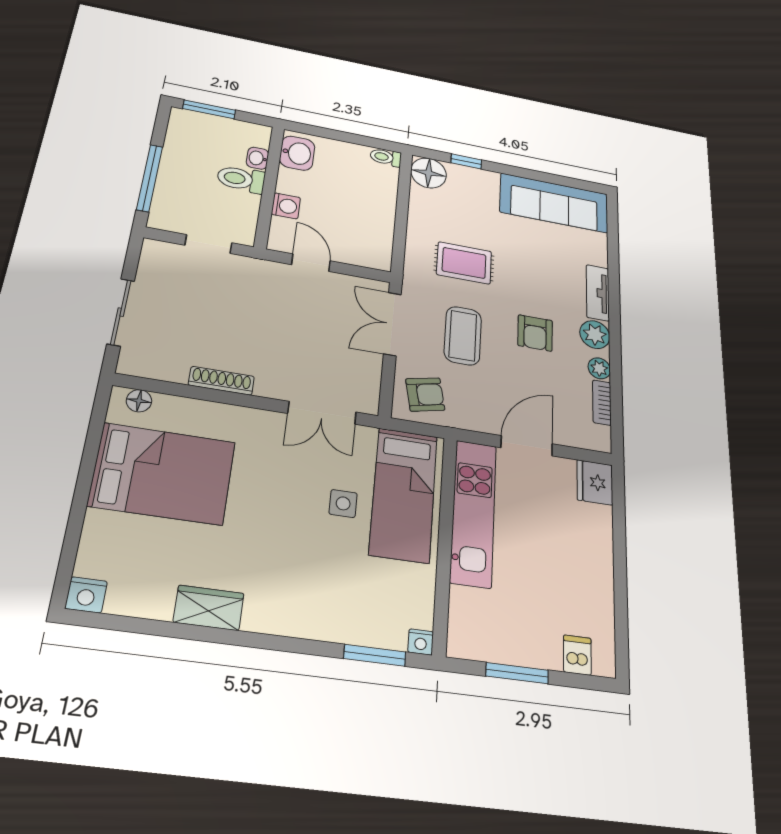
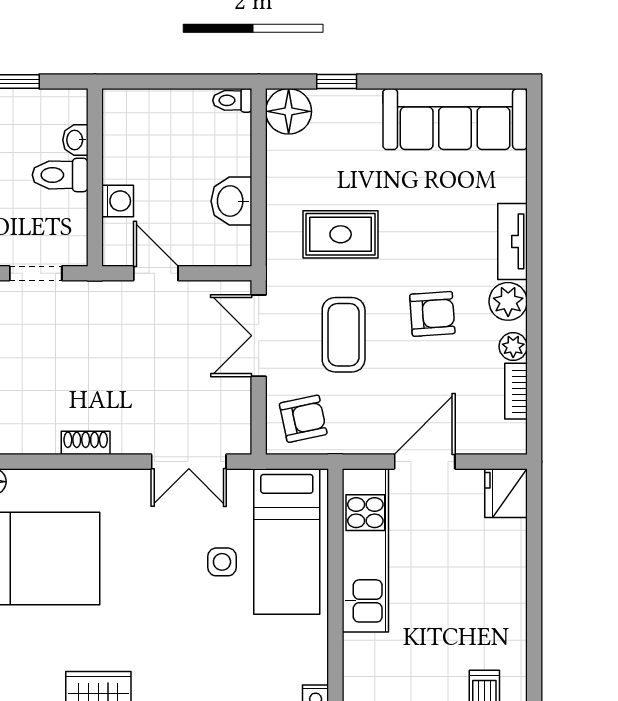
washbasin: (297, 153) -> (231, 201), moved, turned 180
armchair: (535, 333) -> (432, 314), turned -94
shoe rack: (221, 381) -> (86, 443), width x0.70

